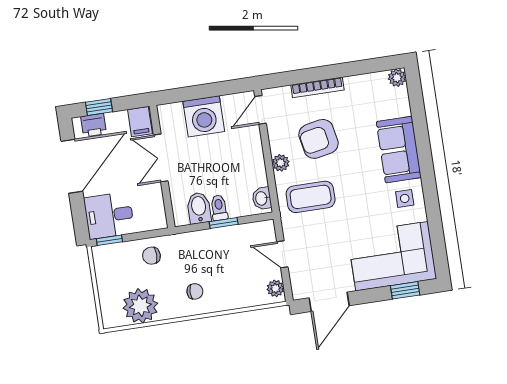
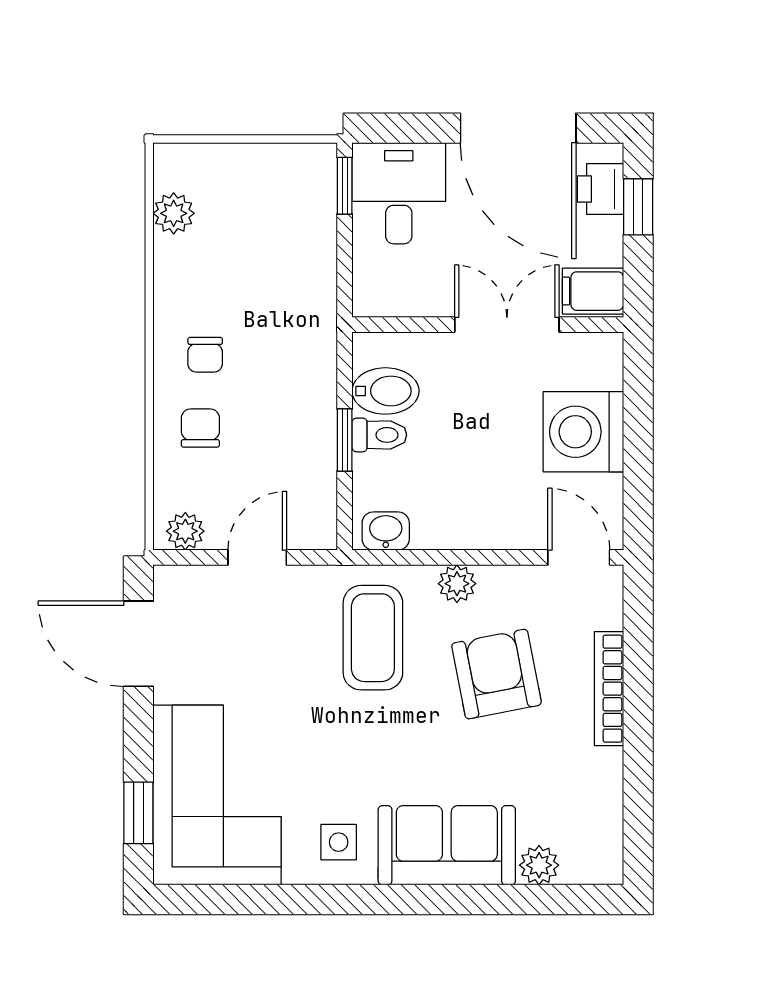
plant: (397, 78) -> (539, 865), moved
chair: (151, 256) -> (200, 428), moved
plant: (140, 306) -> (174, 213), width x0.53, depth x0.53

